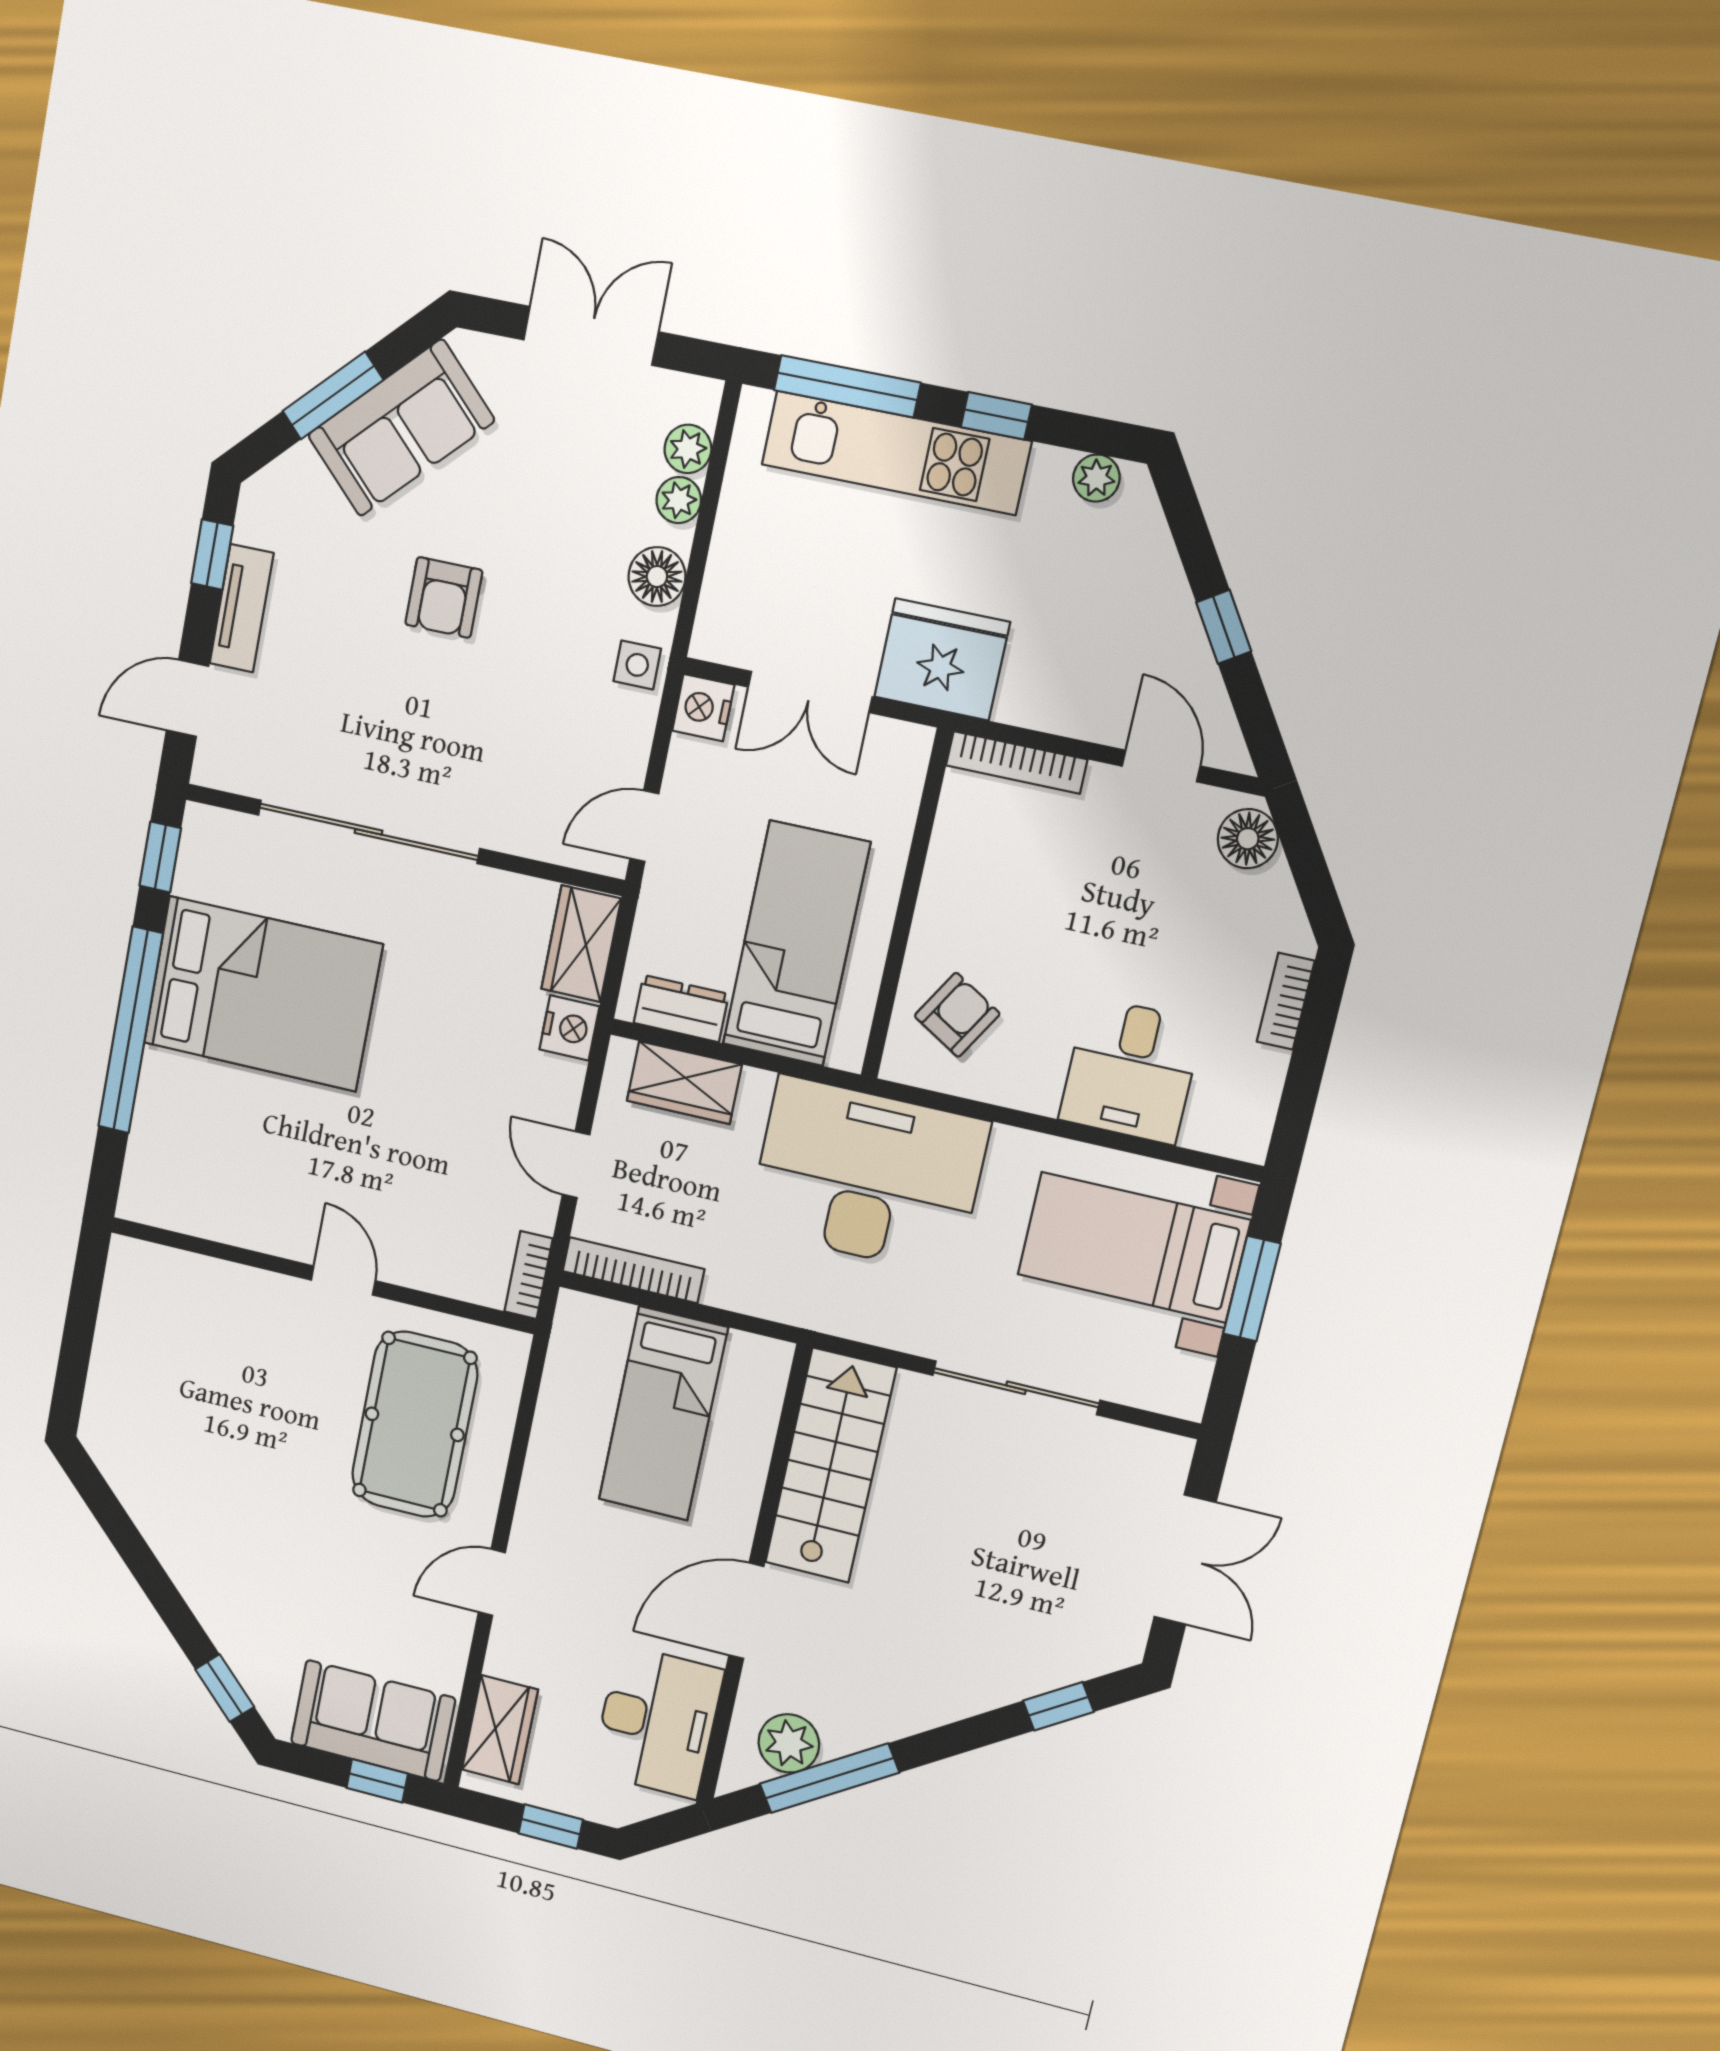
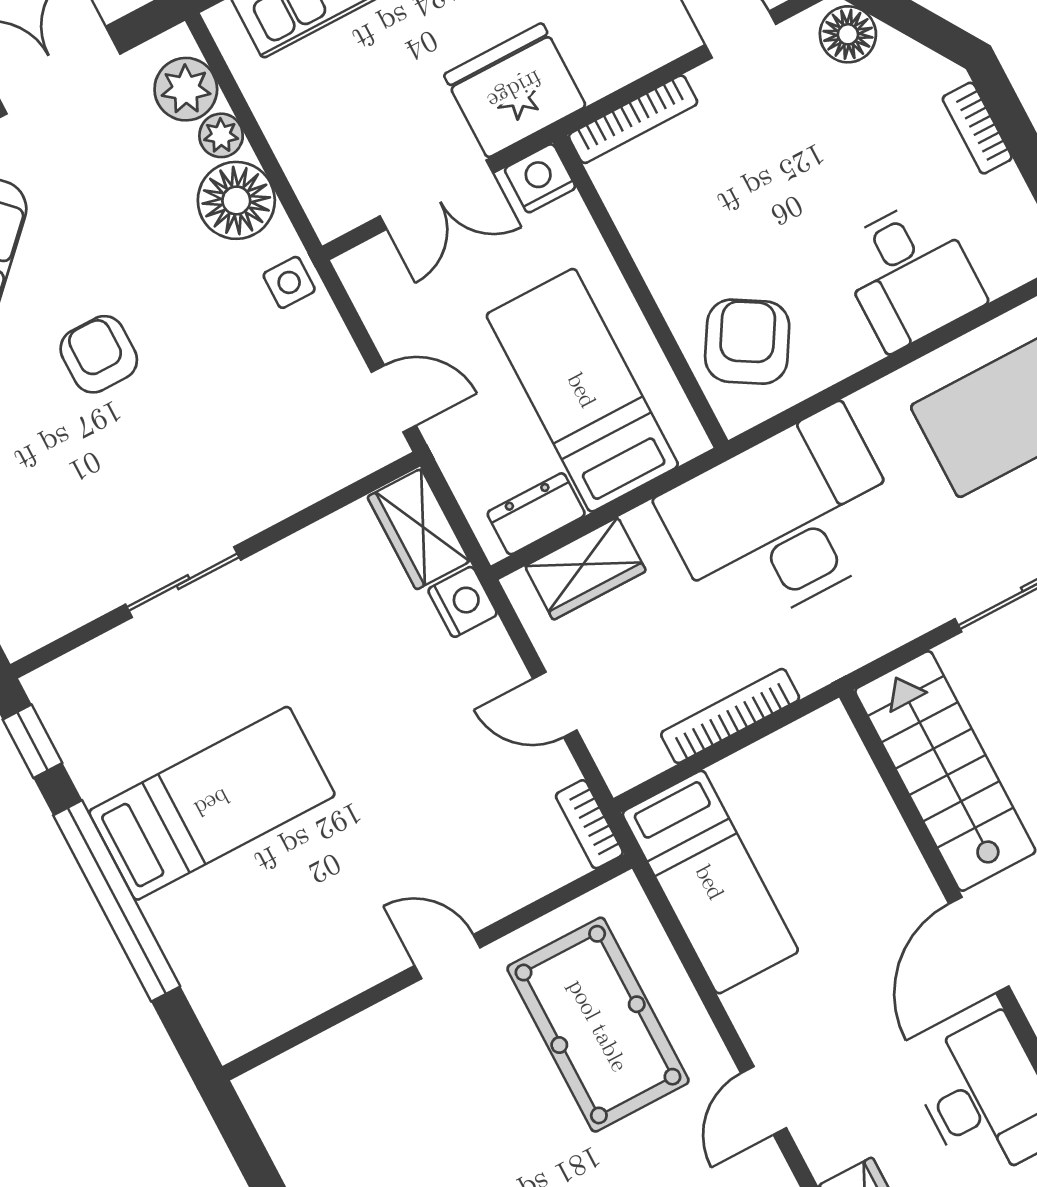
plant: (688, 449) -> (186, 89), width x1.38, depth x1.38
floor lamp: (657, 577) -> (236, 200), width x1.38, depth x1.38
armchair: (444, 597) -> (99, 354), turned 180
nightstand: (703, 708) -> (540, 178), moved, turned 90
door: (644, 826) -> (394, 399), swing flipped
sliding door: (369, 832) -> (183, 582), width x0.54
bed: (263, 994) -> (212, 803), width x0.67
armchair: (957, 1015) -> (747, 342), width x1.38, depth x1.38
bookcase: (633, 1270) -> (730, 716), moved
bed: (663, 1414) -> (710, 882), moved

